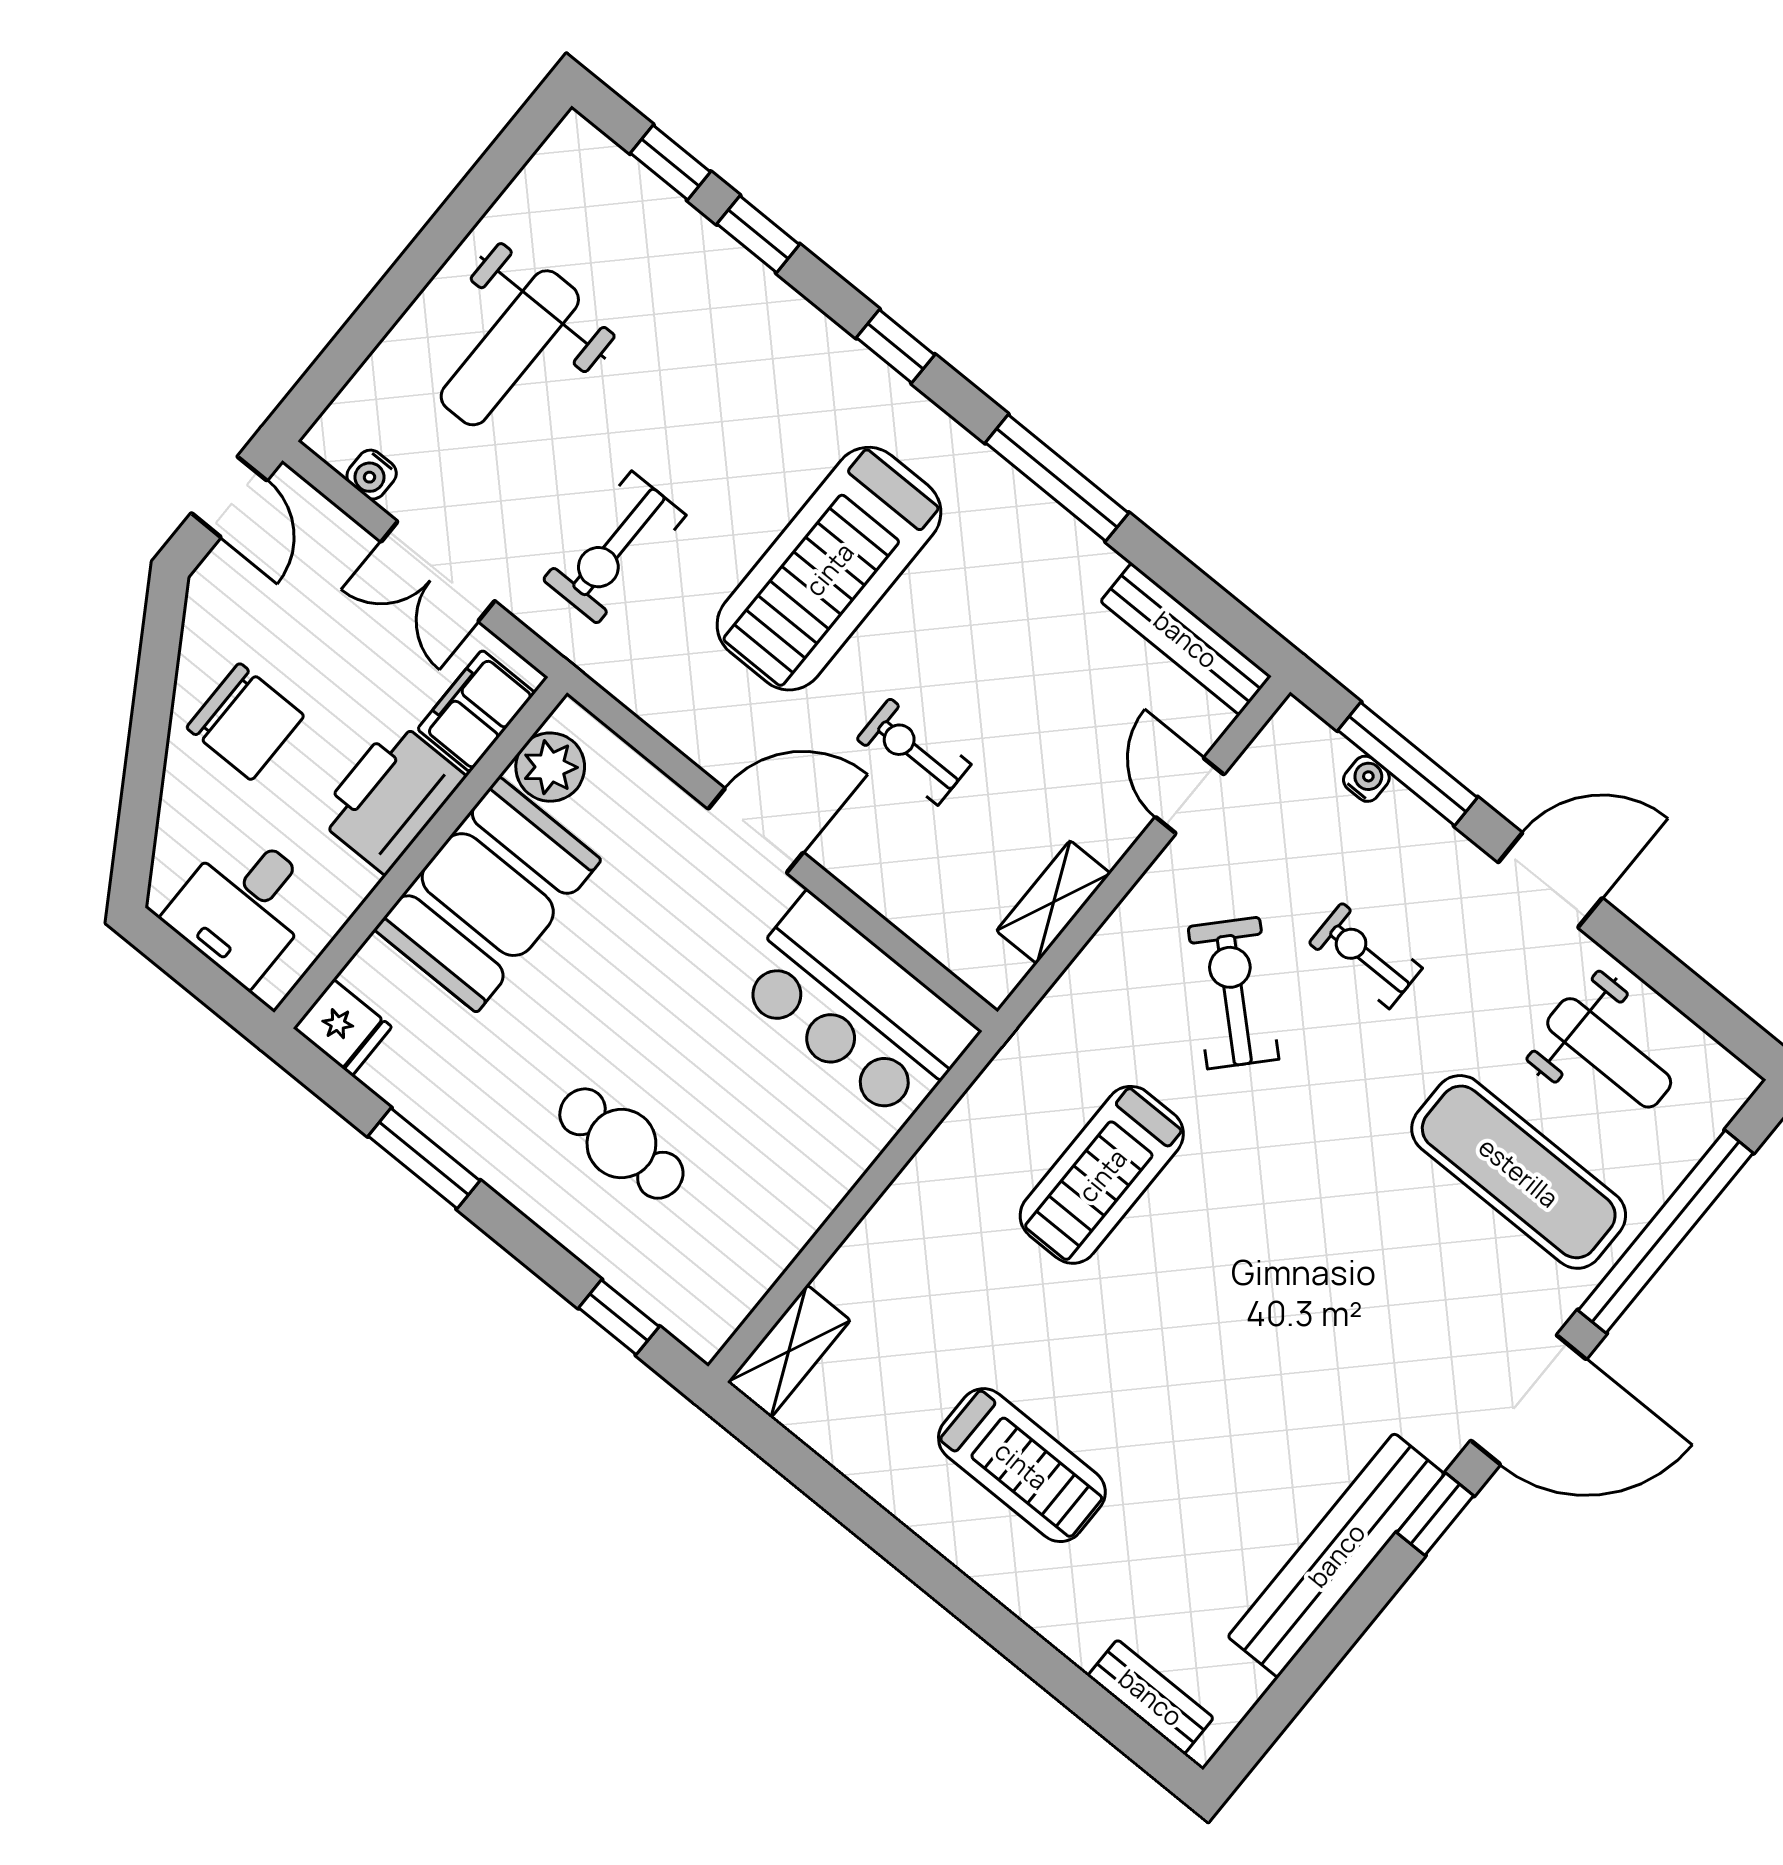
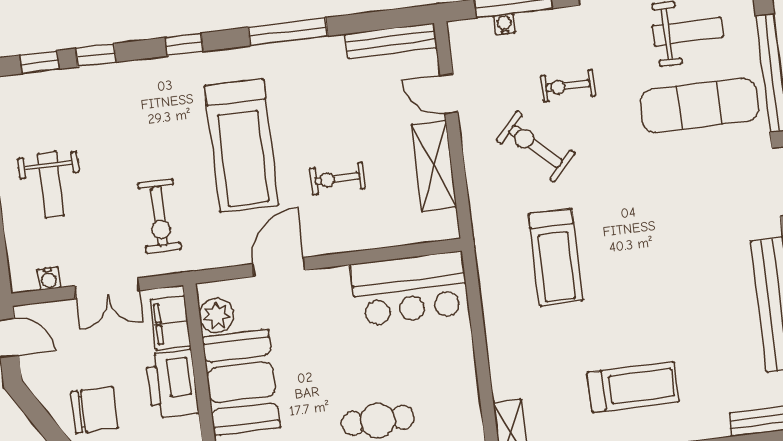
weight bench: (510, 348) -> (51, 185), width x0.73, depth x0.75
door: (756, 831) -> (279, 267), moved
shelving: (1053, 902) -> (434, 166), width x1.50, depth x1.33

